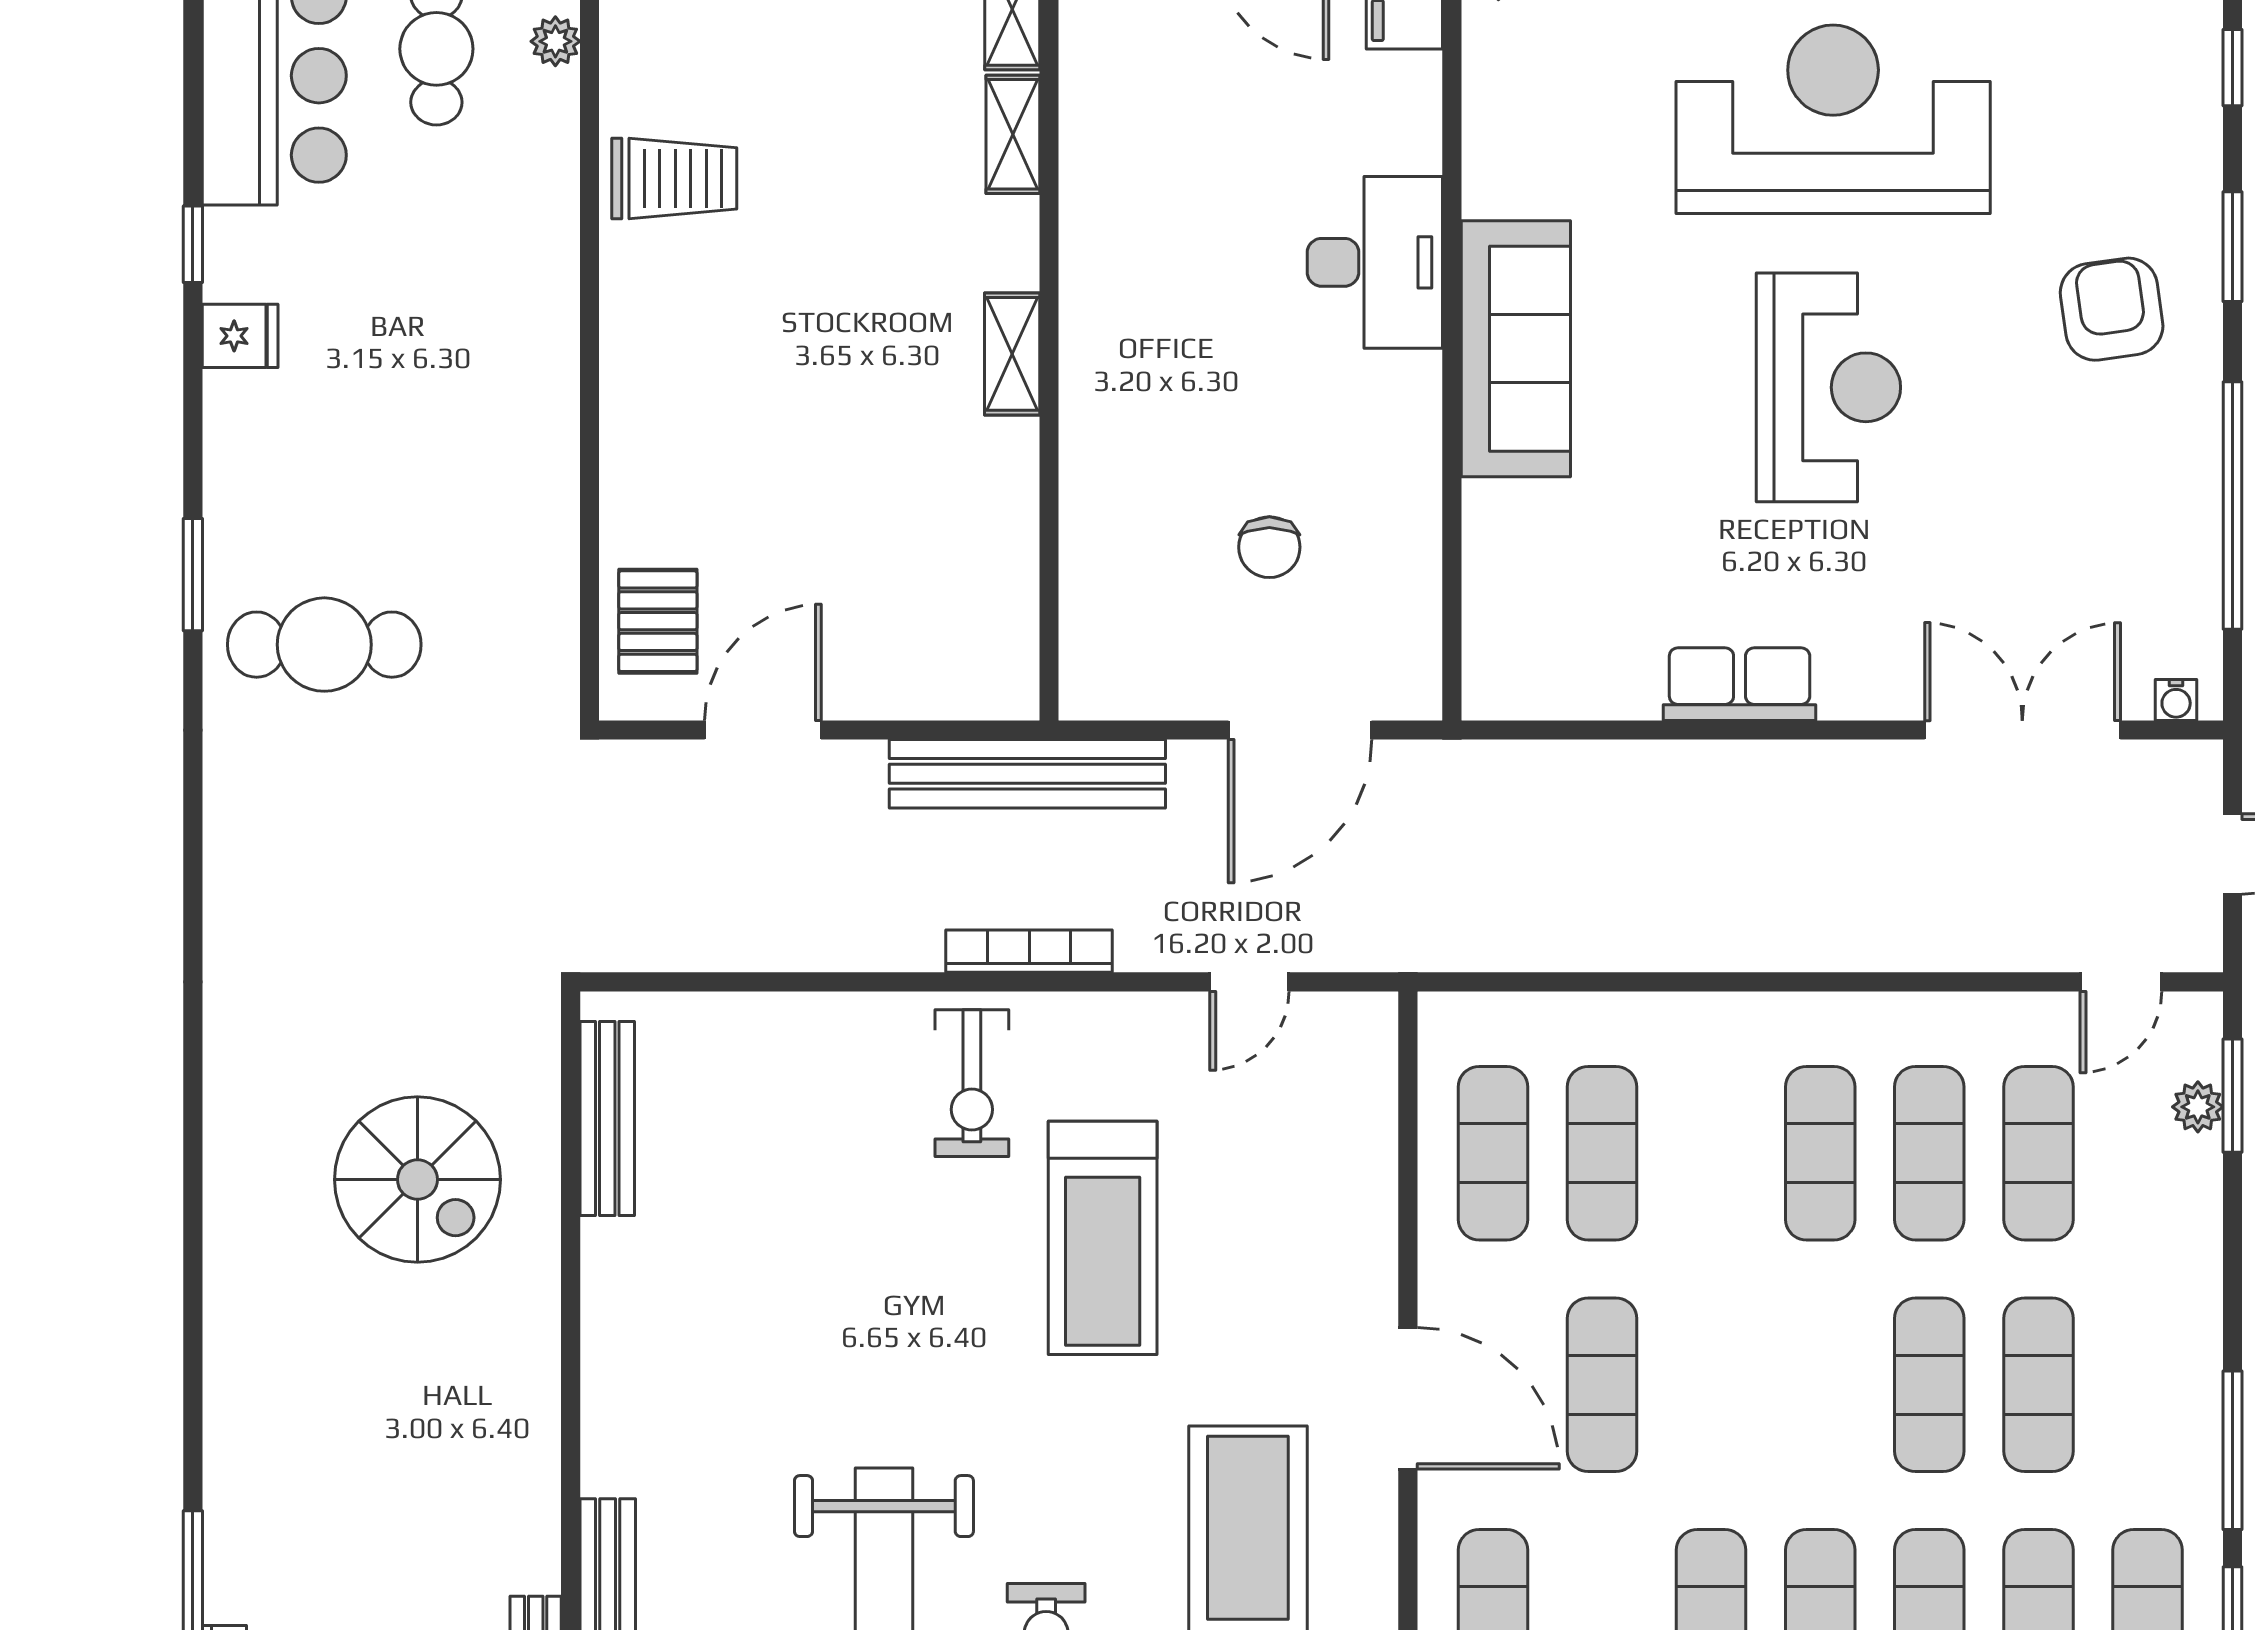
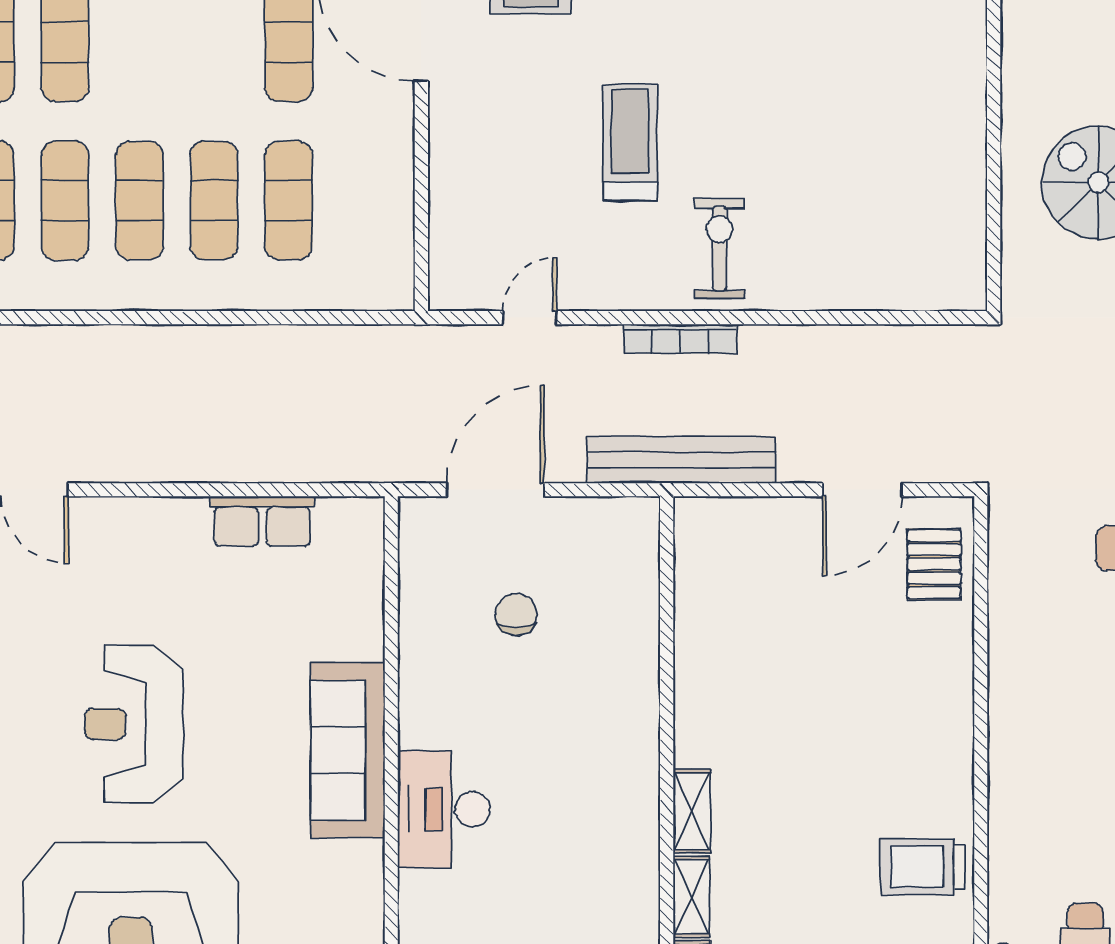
shelving: (1012, 354) -> (692, 811), moved
row of seats: (1740, 684) -> (262, 521), moved
bench: (607, 1119) -> (969, 224), removed
exercise mat: (1493, 1153) -> (214, 200), moved
treadmill: (1103, 1238) -> (630, 143), width x0.73, depth x0.73

